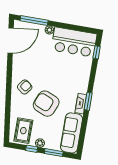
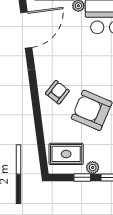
rug: (23, 131) -> (66, 154), turned 90

